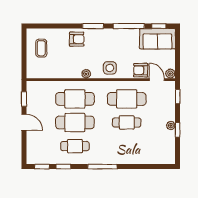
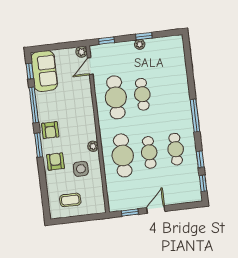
side table: (110, 68) -> (81, 169), moved
armchair: (141, 70) -> (50, 130), moved
cafe table: (75, 123) -> (149, 152), width x0.73, depth x0.74

